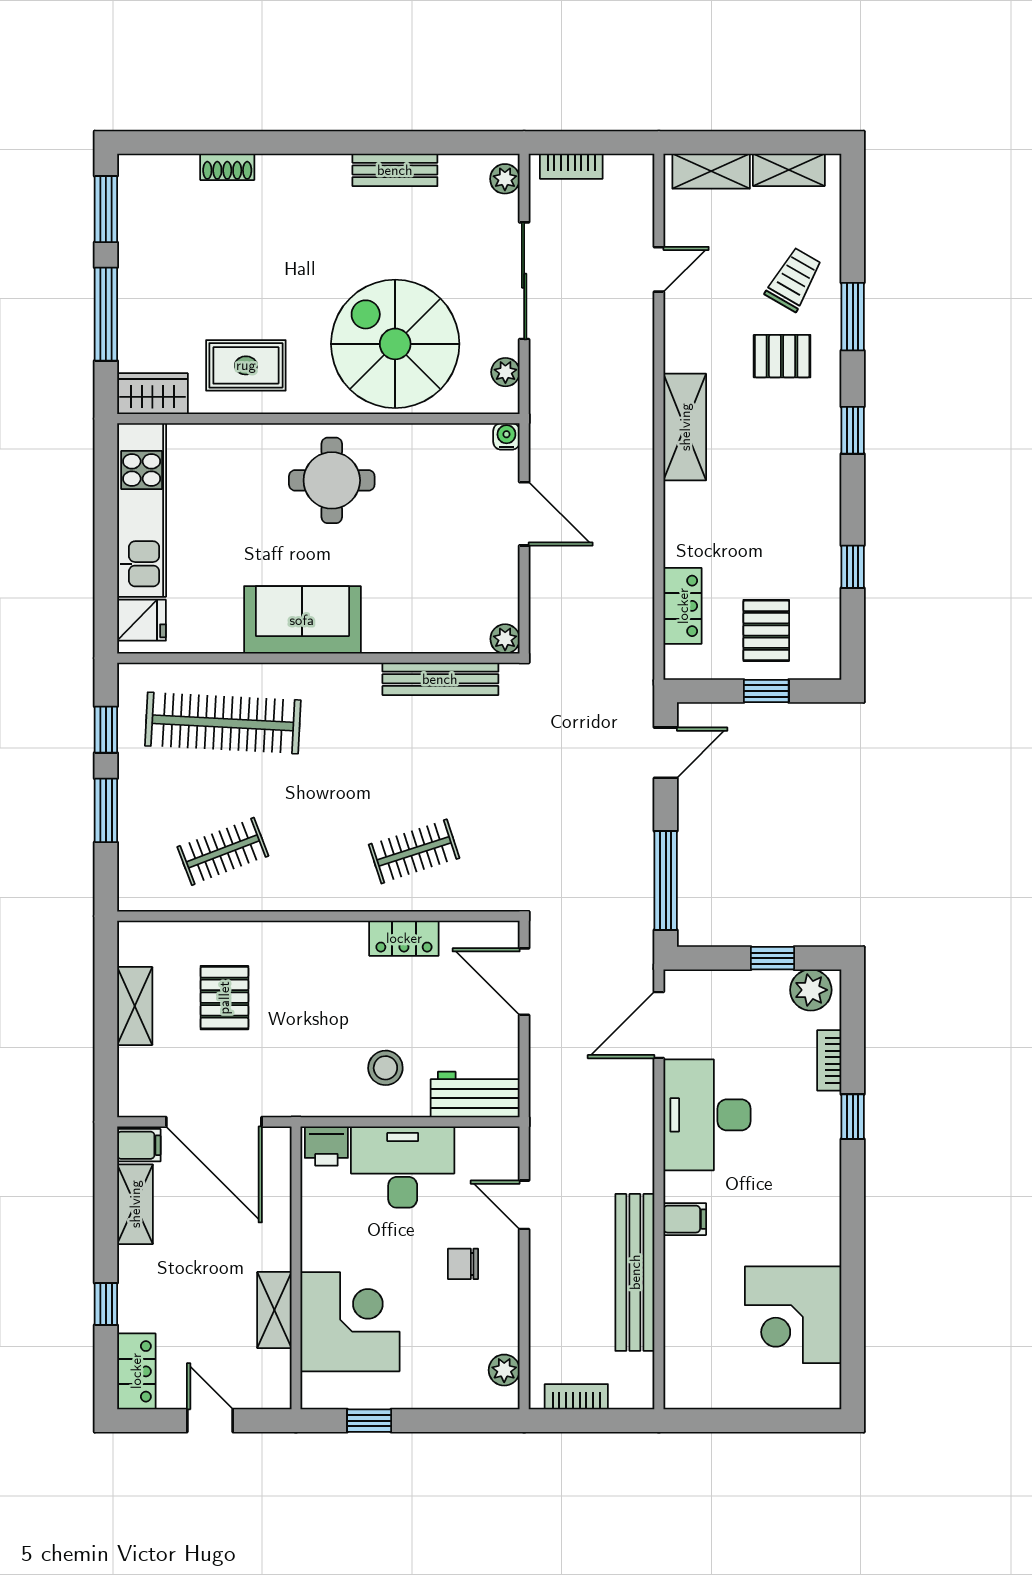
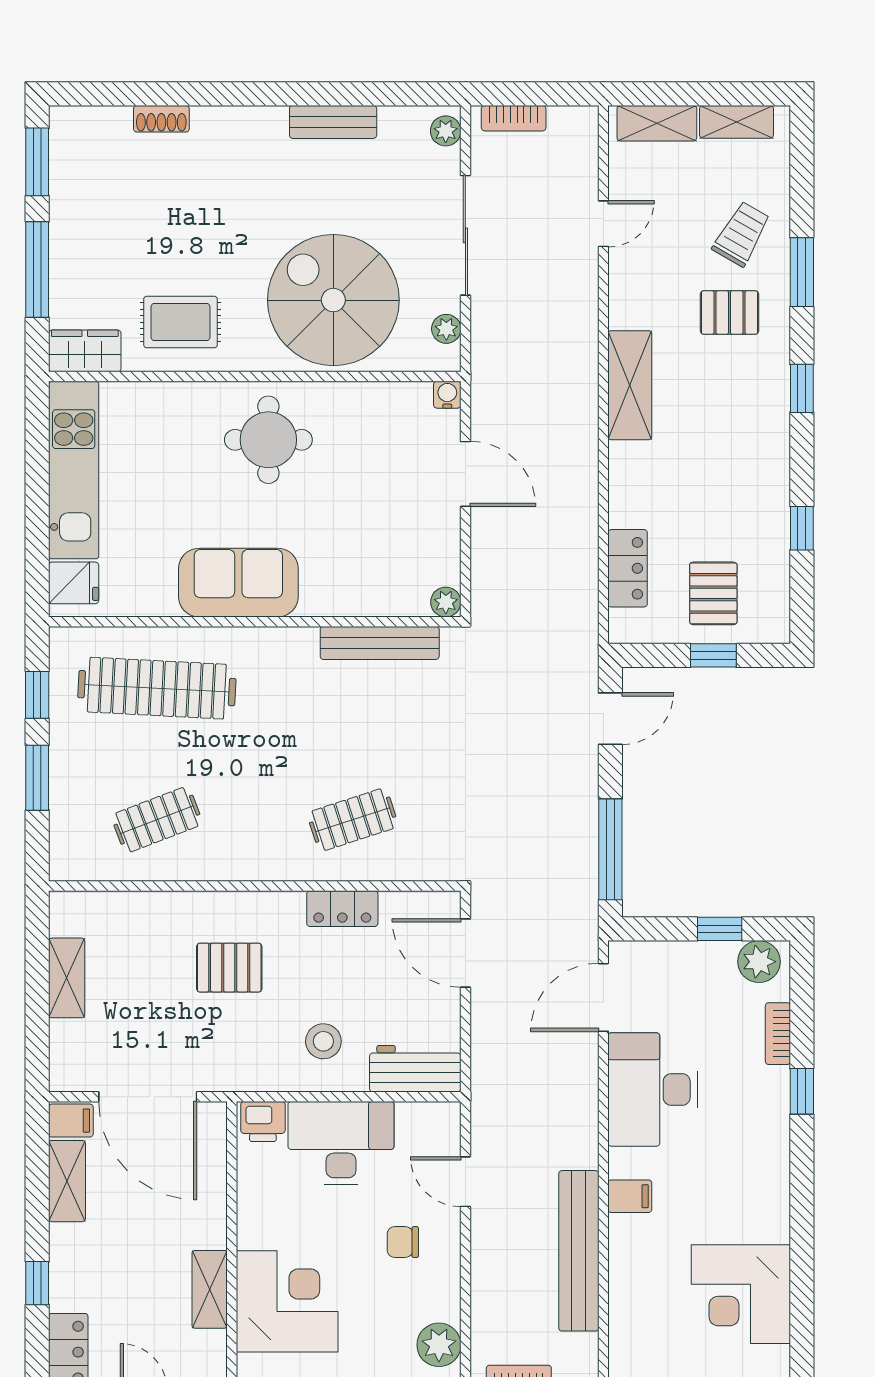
pallet: (224, 998) -> (229, 968), moved, turned 90
plant: (504, 1370) -> (439, 1345), width x1.38, depth x1.38

